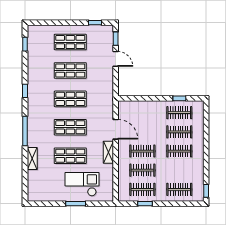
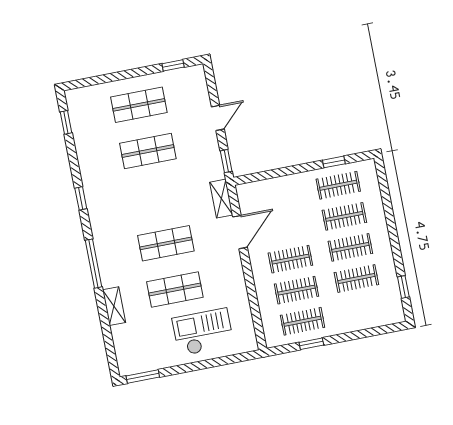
window: (116, 39) -> (226, 161), moved
door: (116, 59) -> (218, 118), hinge flipped
shop shelf: (70, 99) -> (157, 197), removed
door: (116, 129) -> (240, 232), hinge flipped
shelving: (108, 152) -> (221, 199), moved
clothes rail: (179, 189) -> (356, 279), moved
window: (206, 191) -> (403, 287), moved
window: (76, 204) -> (143, 376), moved

